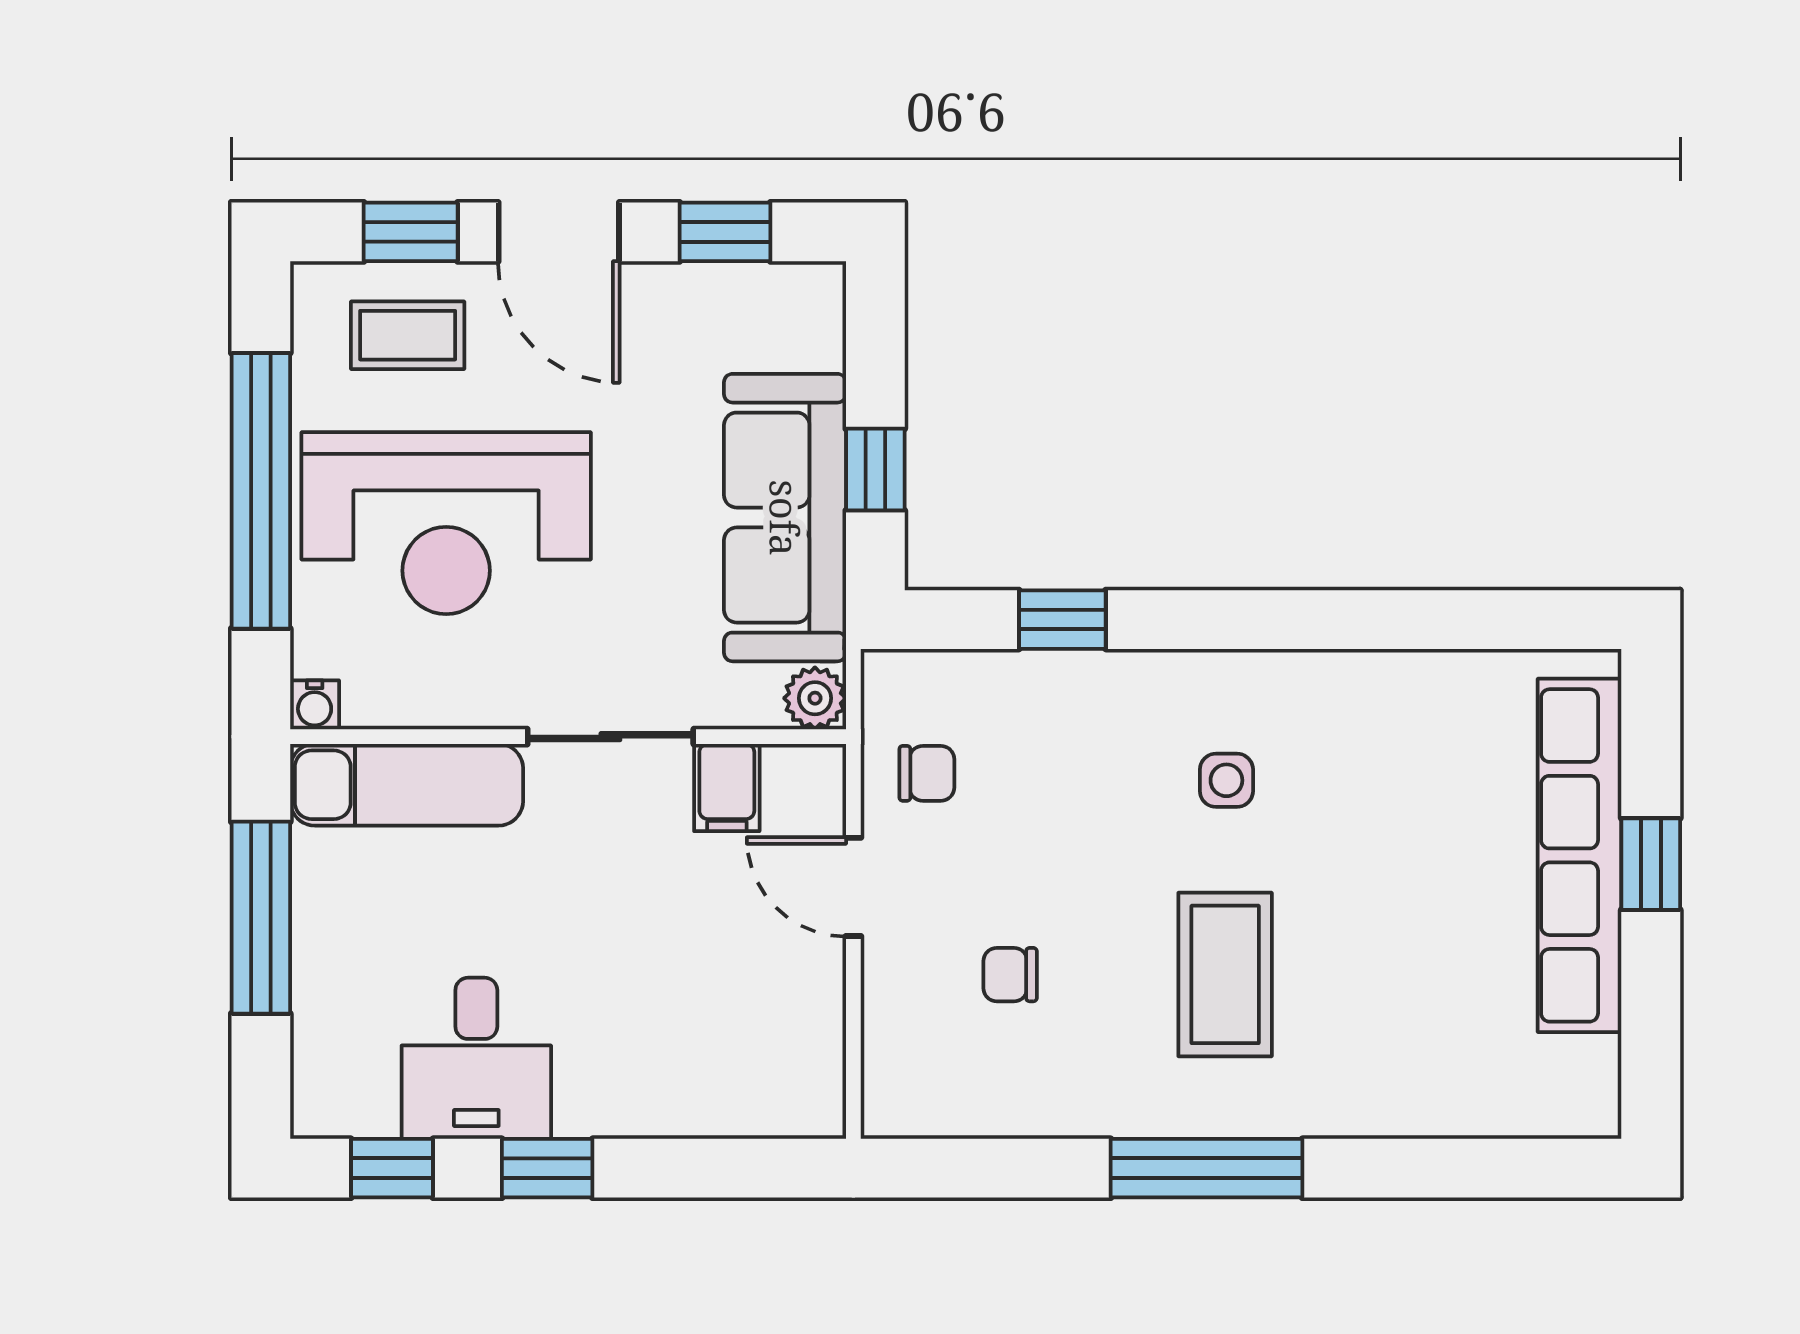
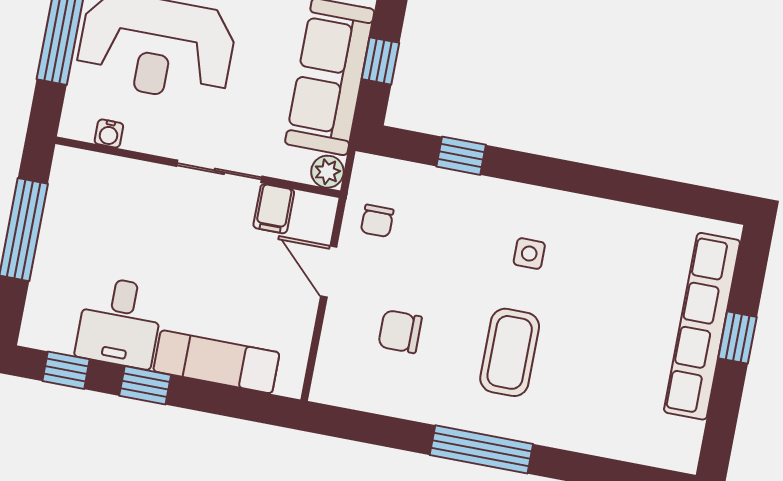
water cooler: (315, 705) -> (109, 133), moved
chair: (927, 773) -> (377, 221), turned 90
exam couch: (407, 785) -> (216, 362), moved, turned 180
chair: (1010, 975) -> (400, 332), width x1.37, depth x1.37

